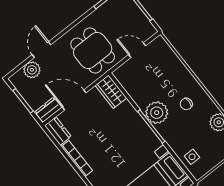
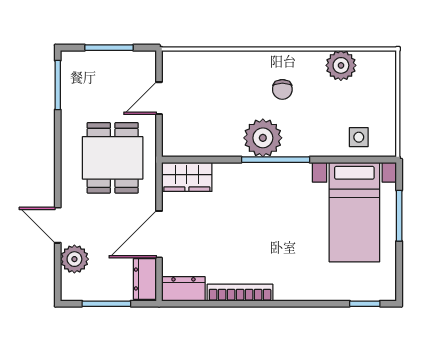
dining table: (93, 50) -> (113, 158), turned 90

